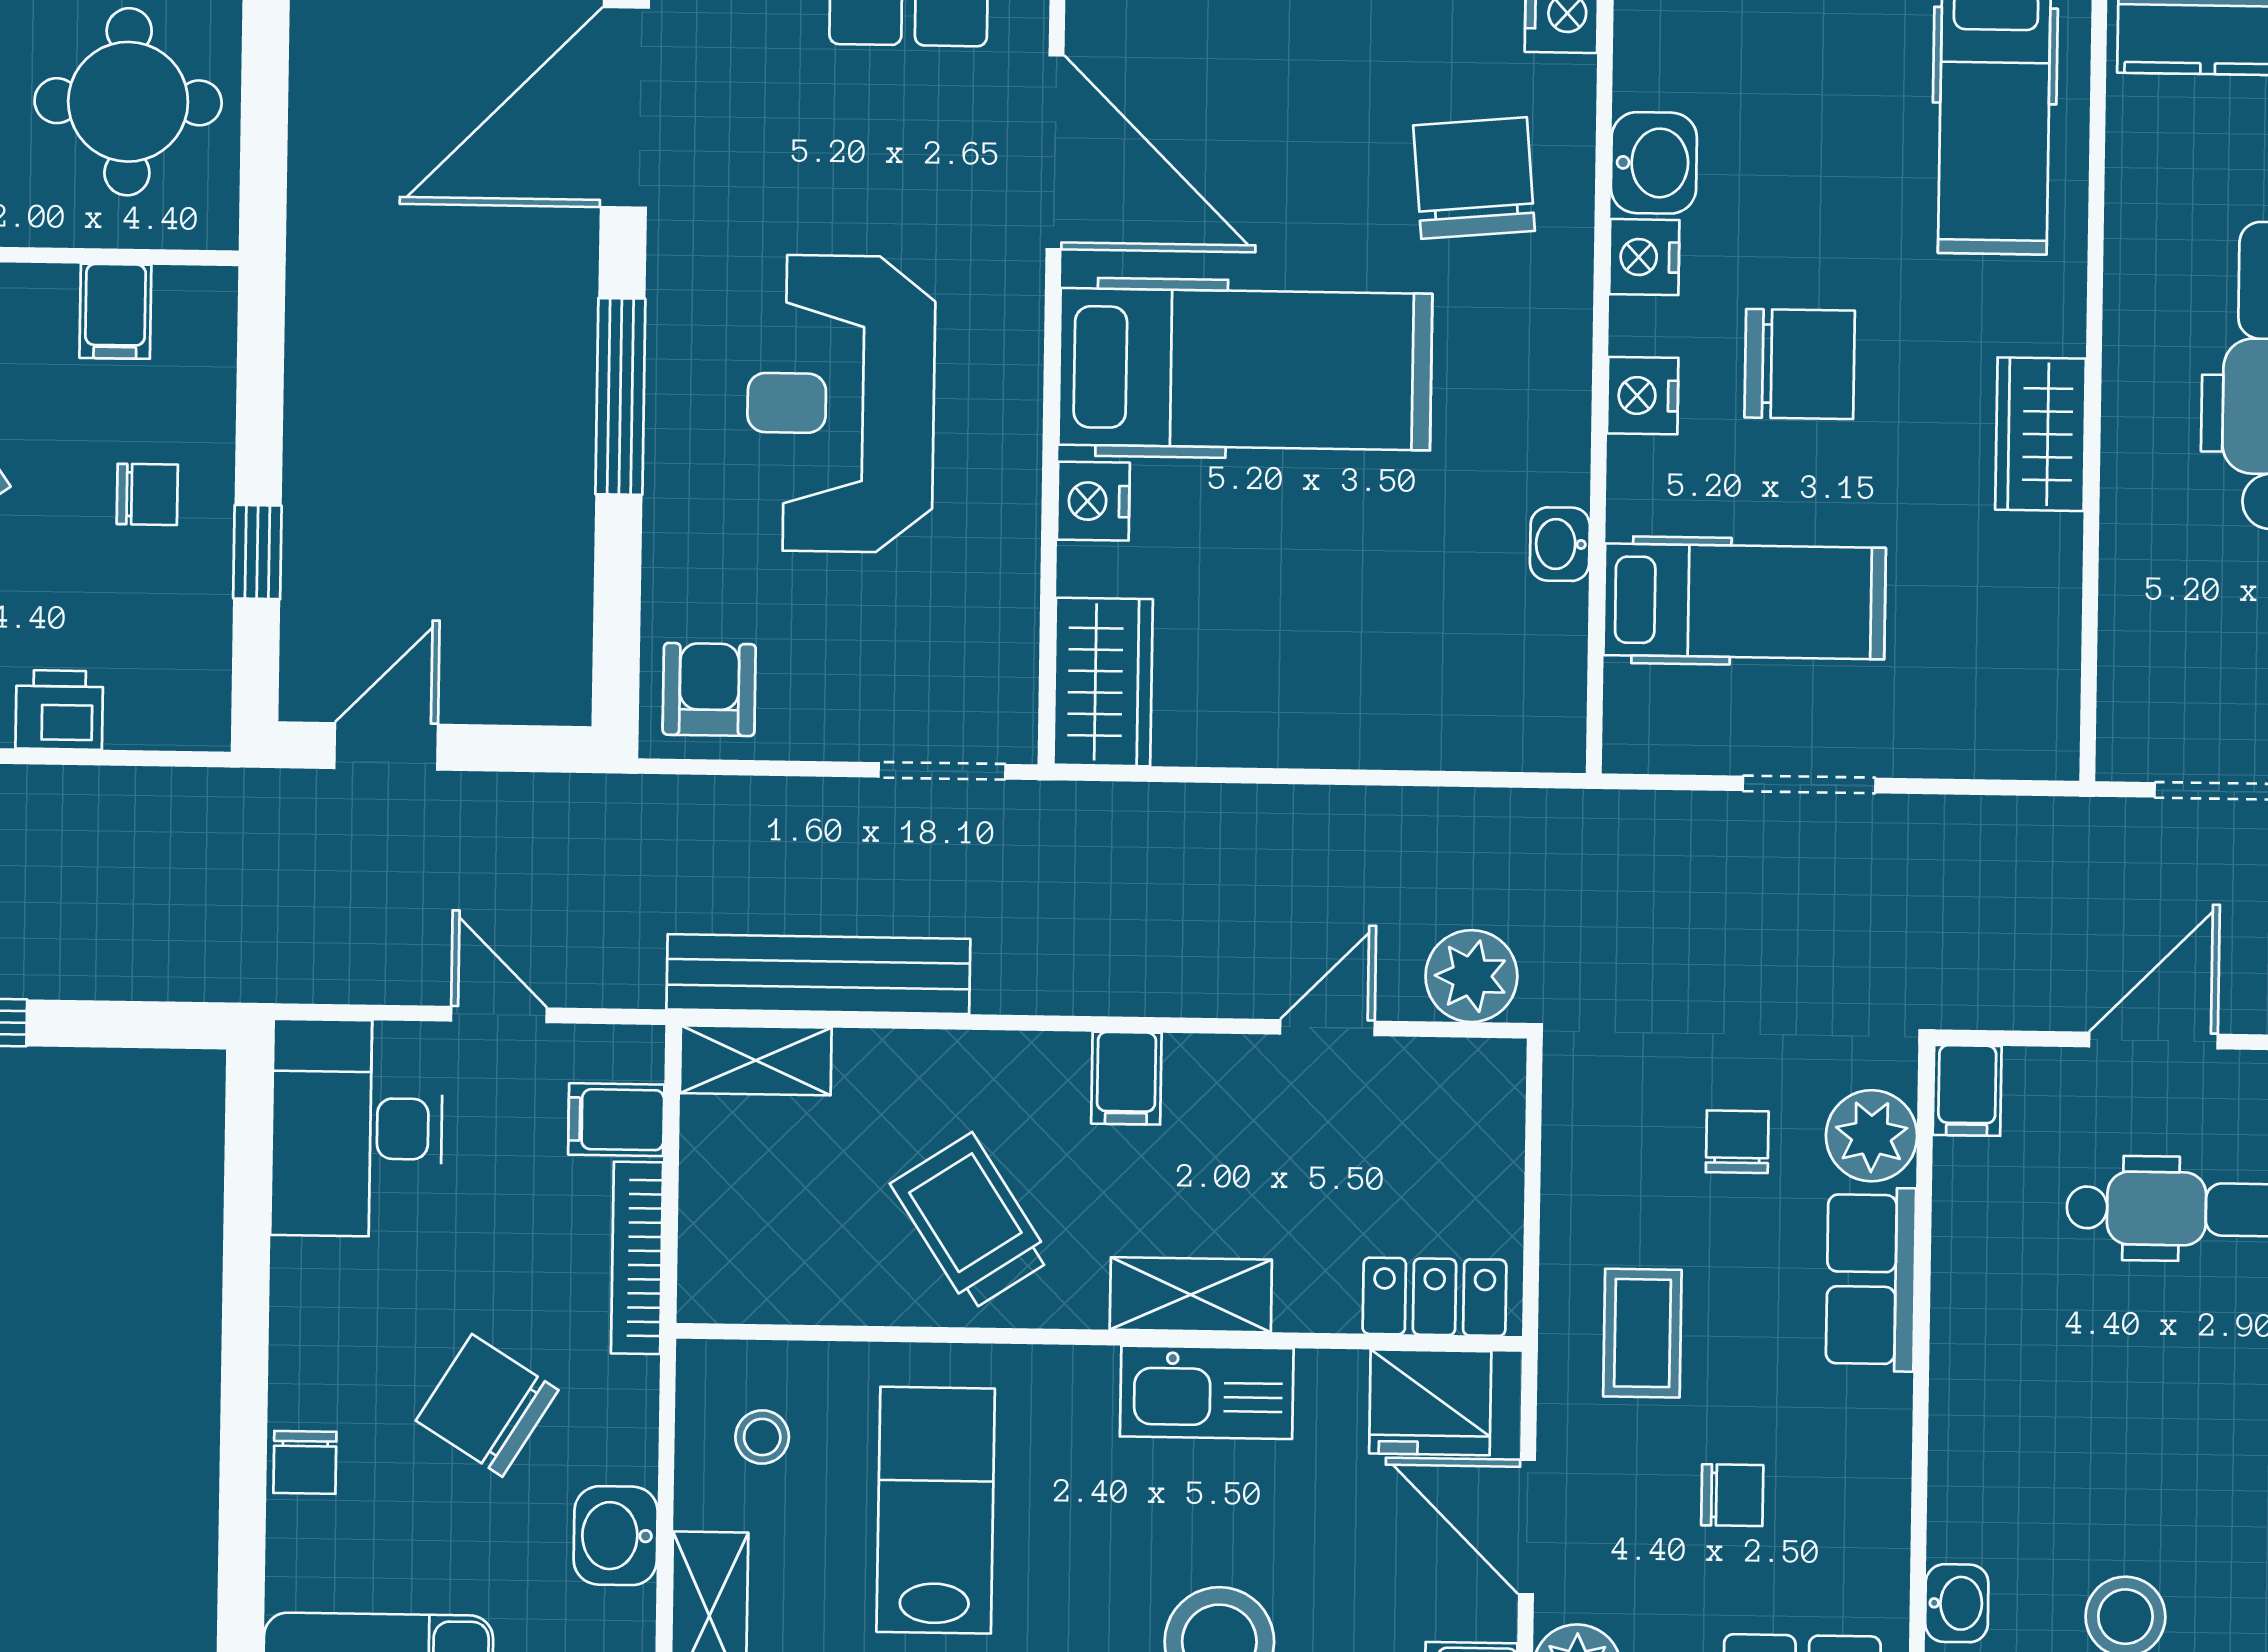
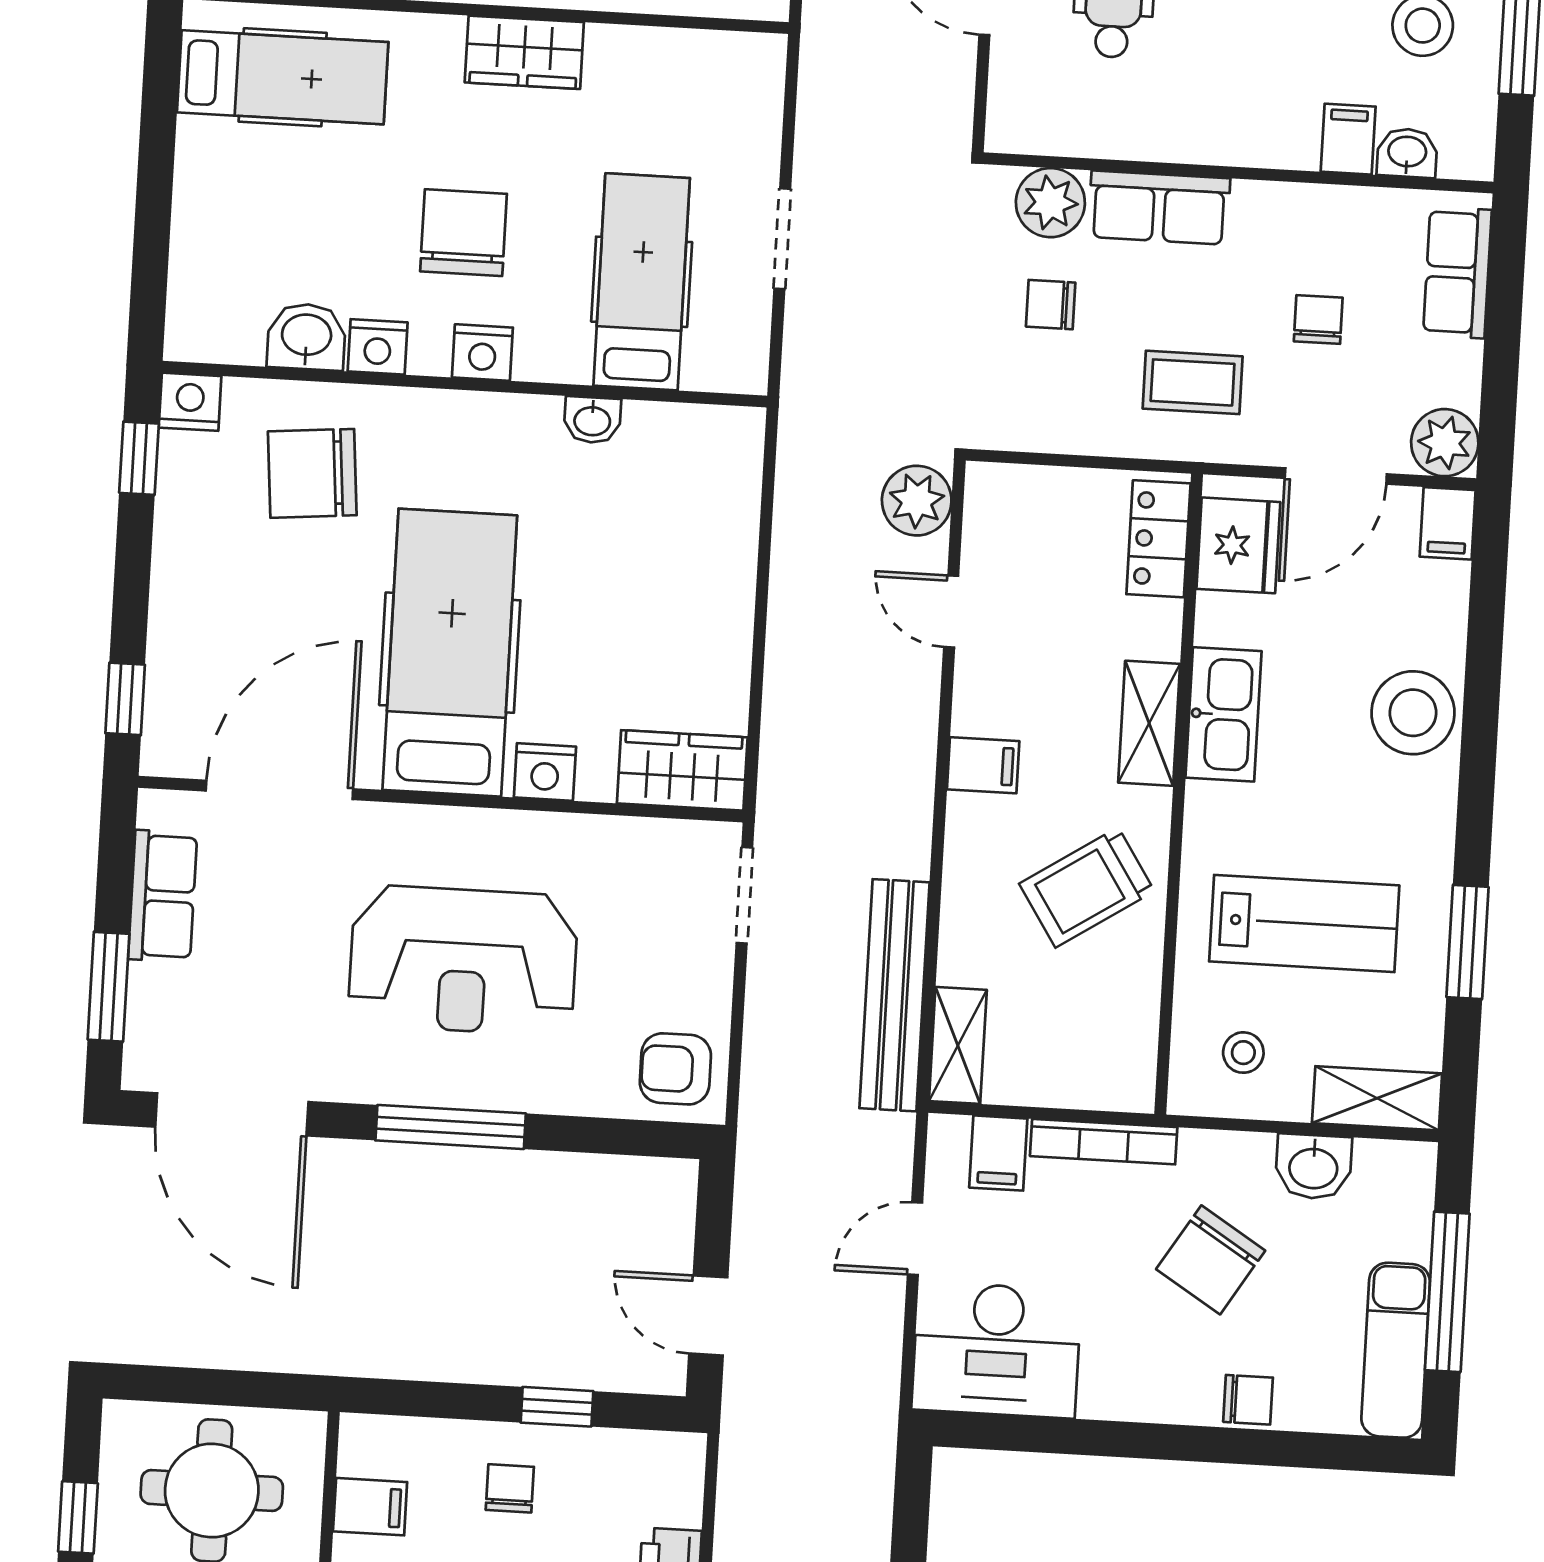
filing cabinet: (1967, 1090) -> (1348, 139), moved, turned -90
lab bench: (936, 1510) -> (1304, 923), turned 180

